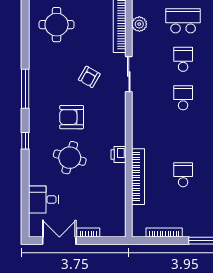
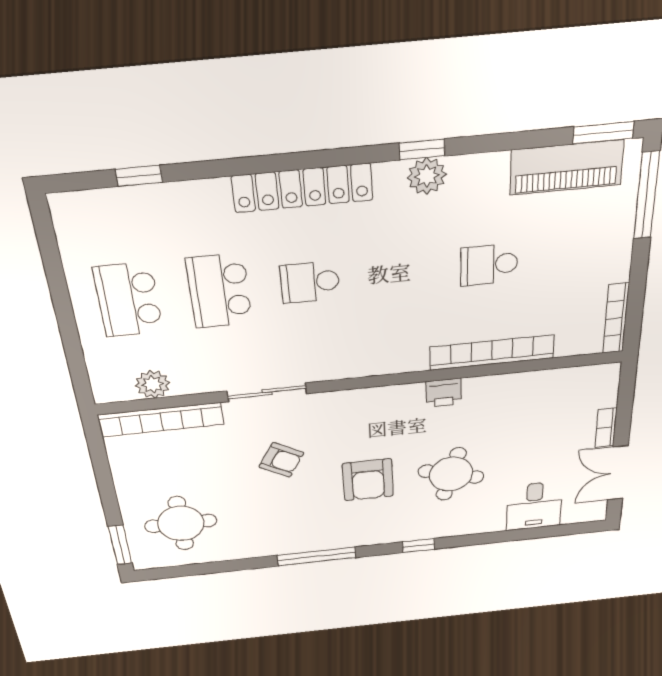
school desk: (183, 59) -> (219, 291), width x1.85
bookcase: (164, 232) -> (616, 318), moved

